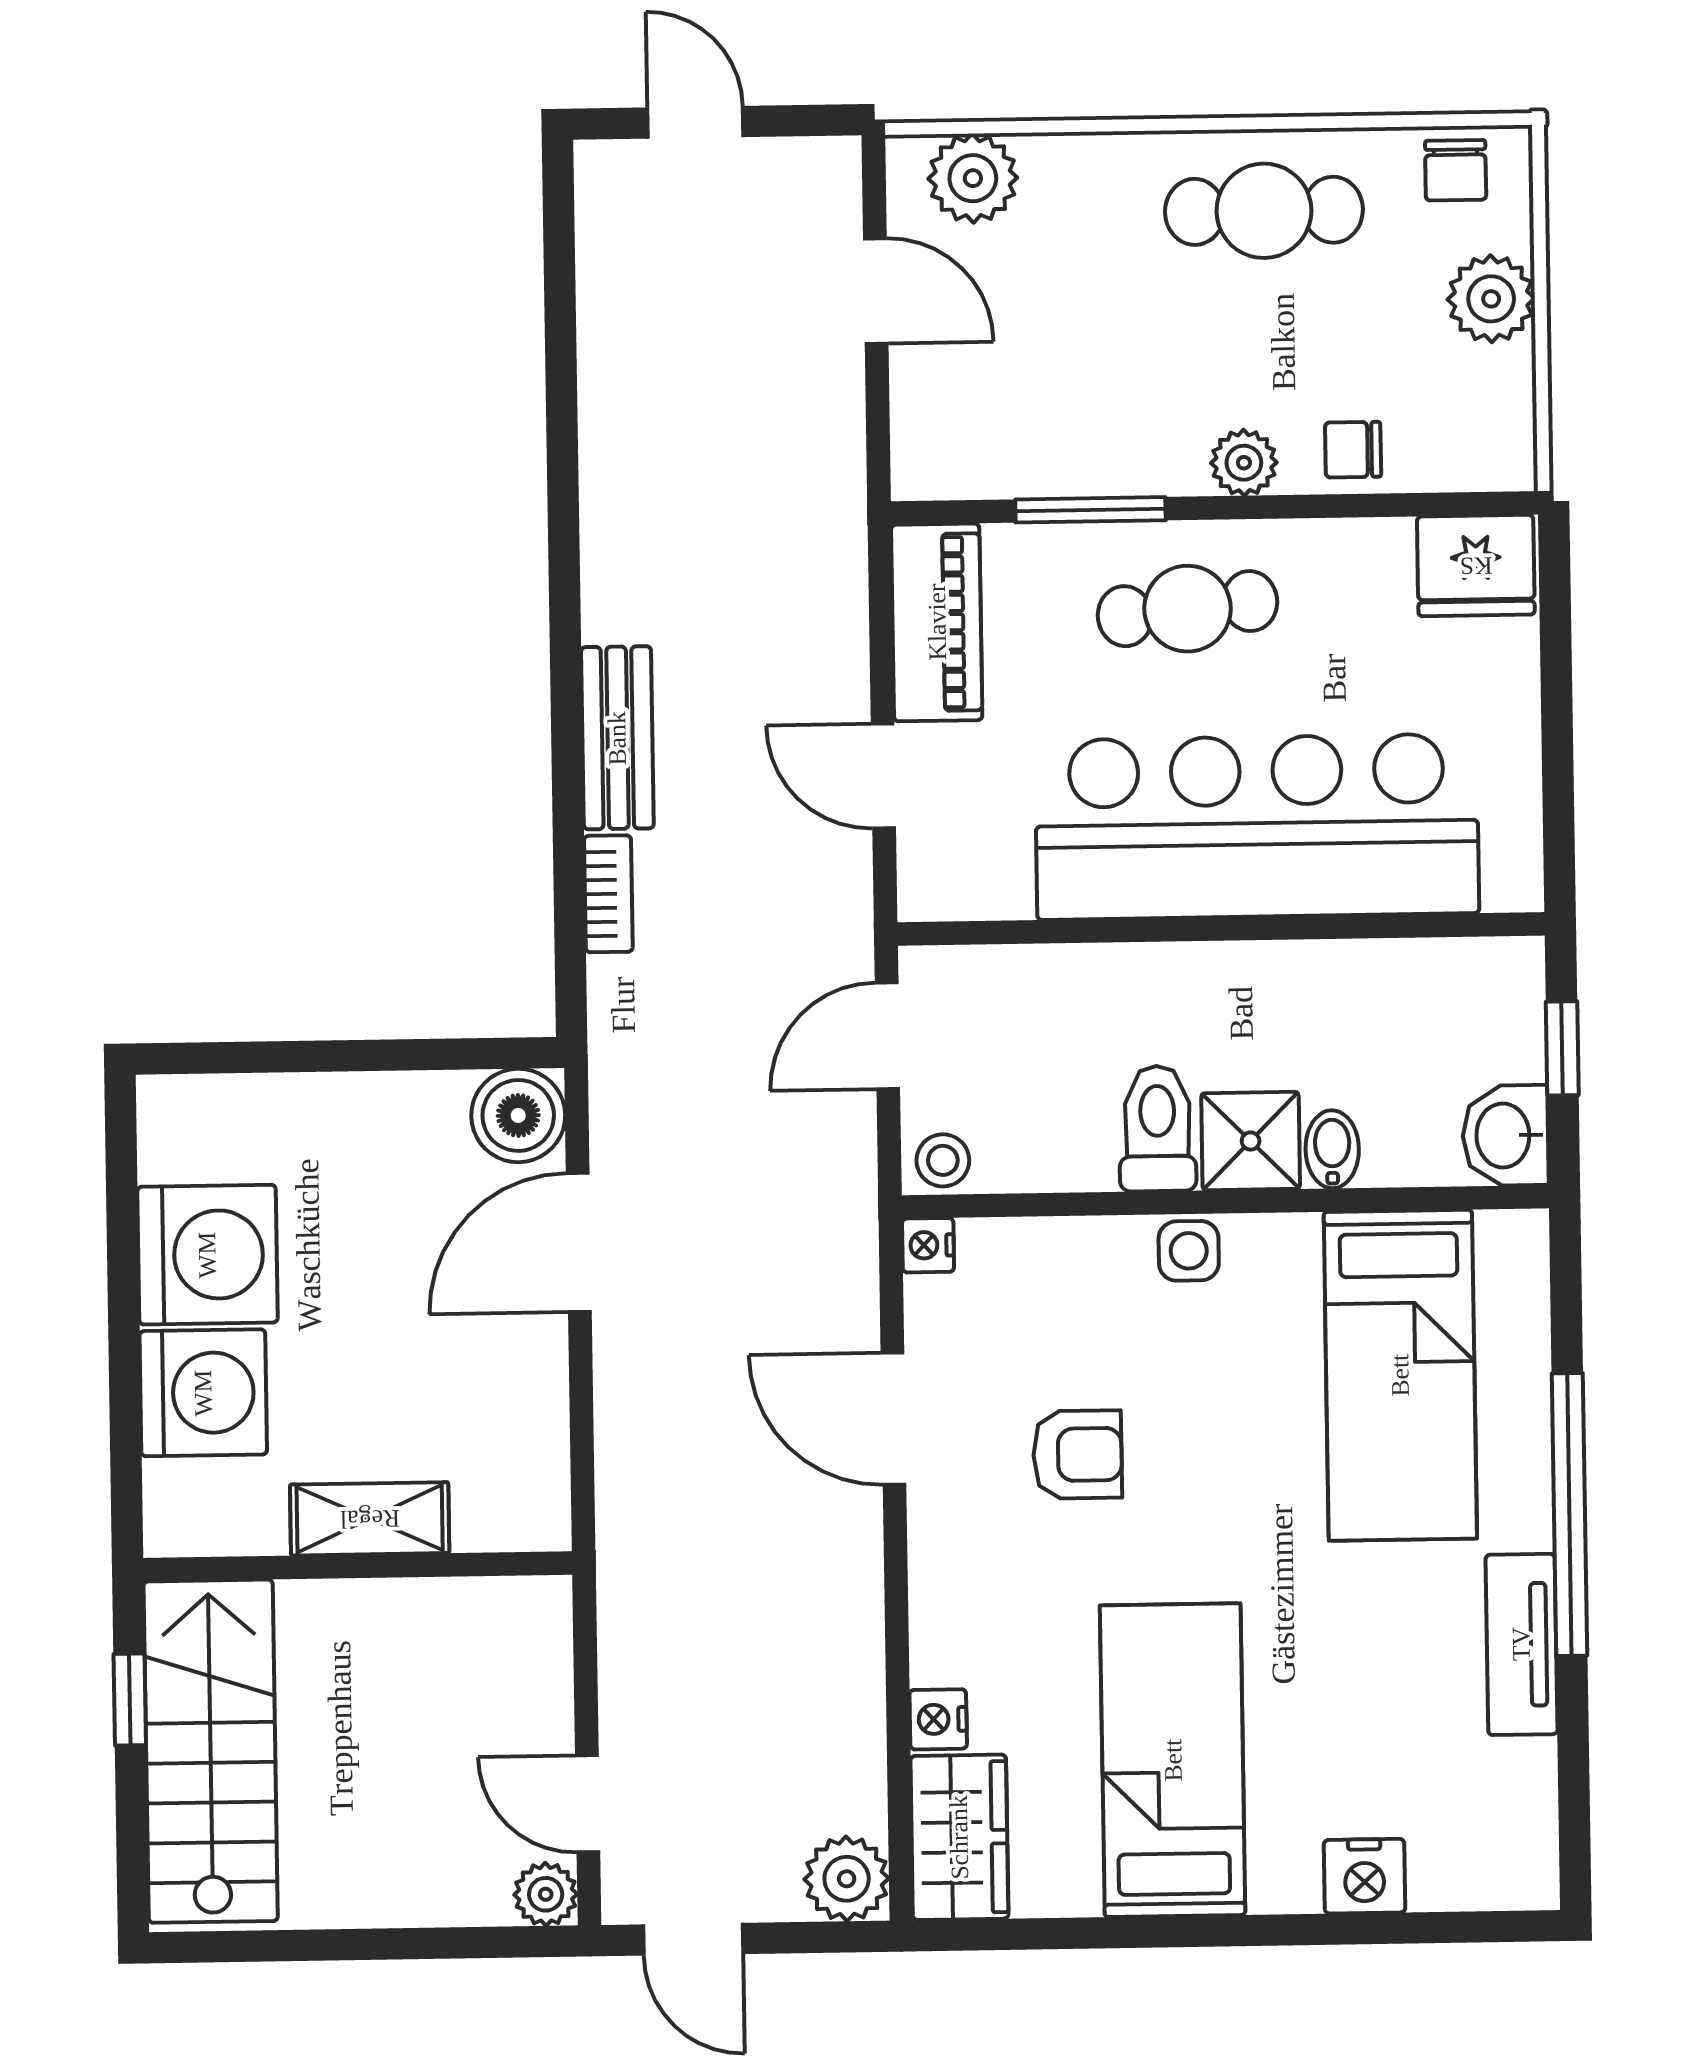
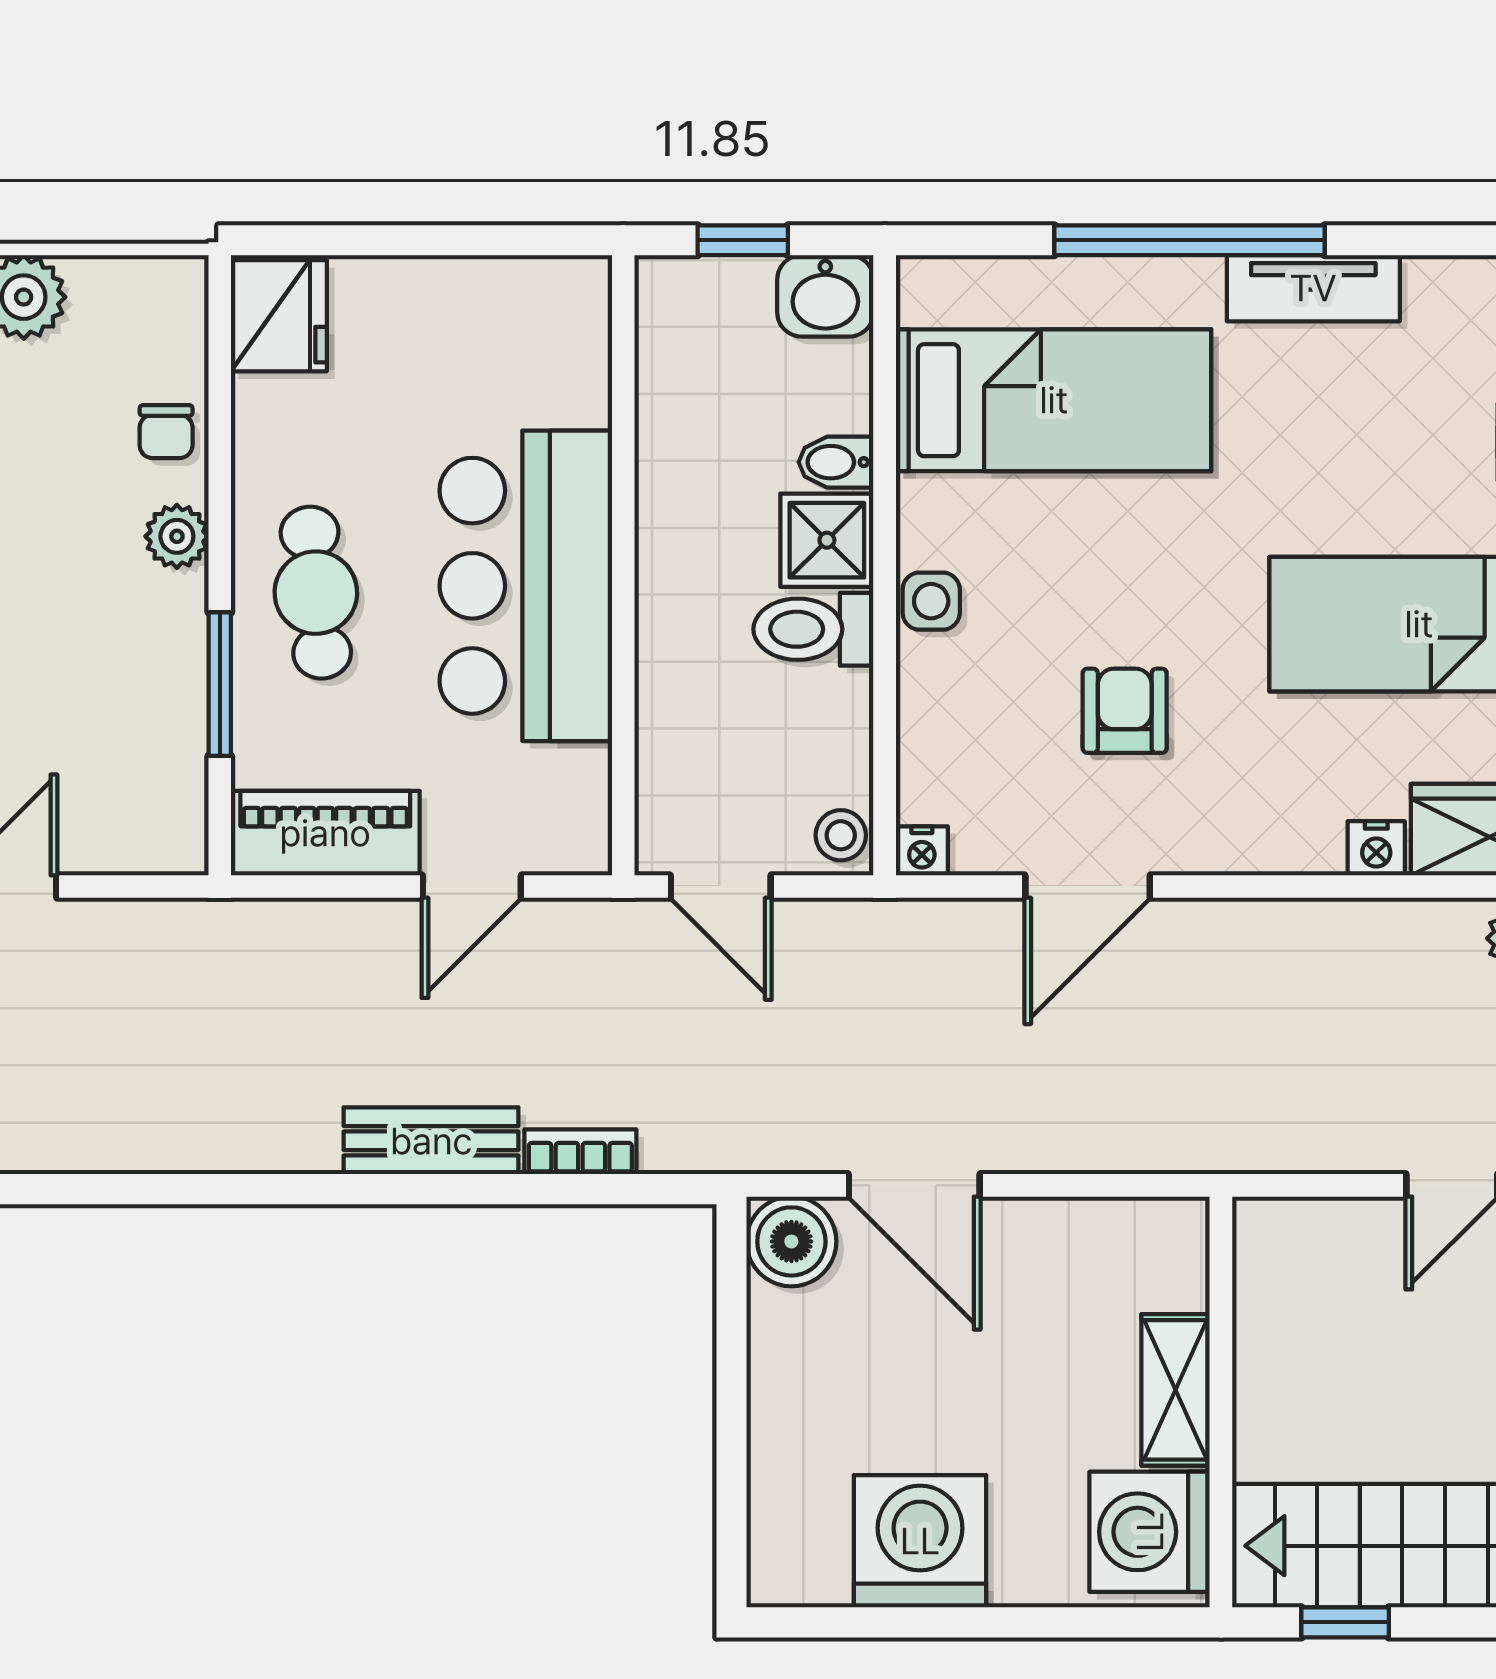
bar counter: (1257, 827) -> (526, 586), width x0.73
washing machine: (203, 1393) -> (1150, 1532), moved, turned -90

